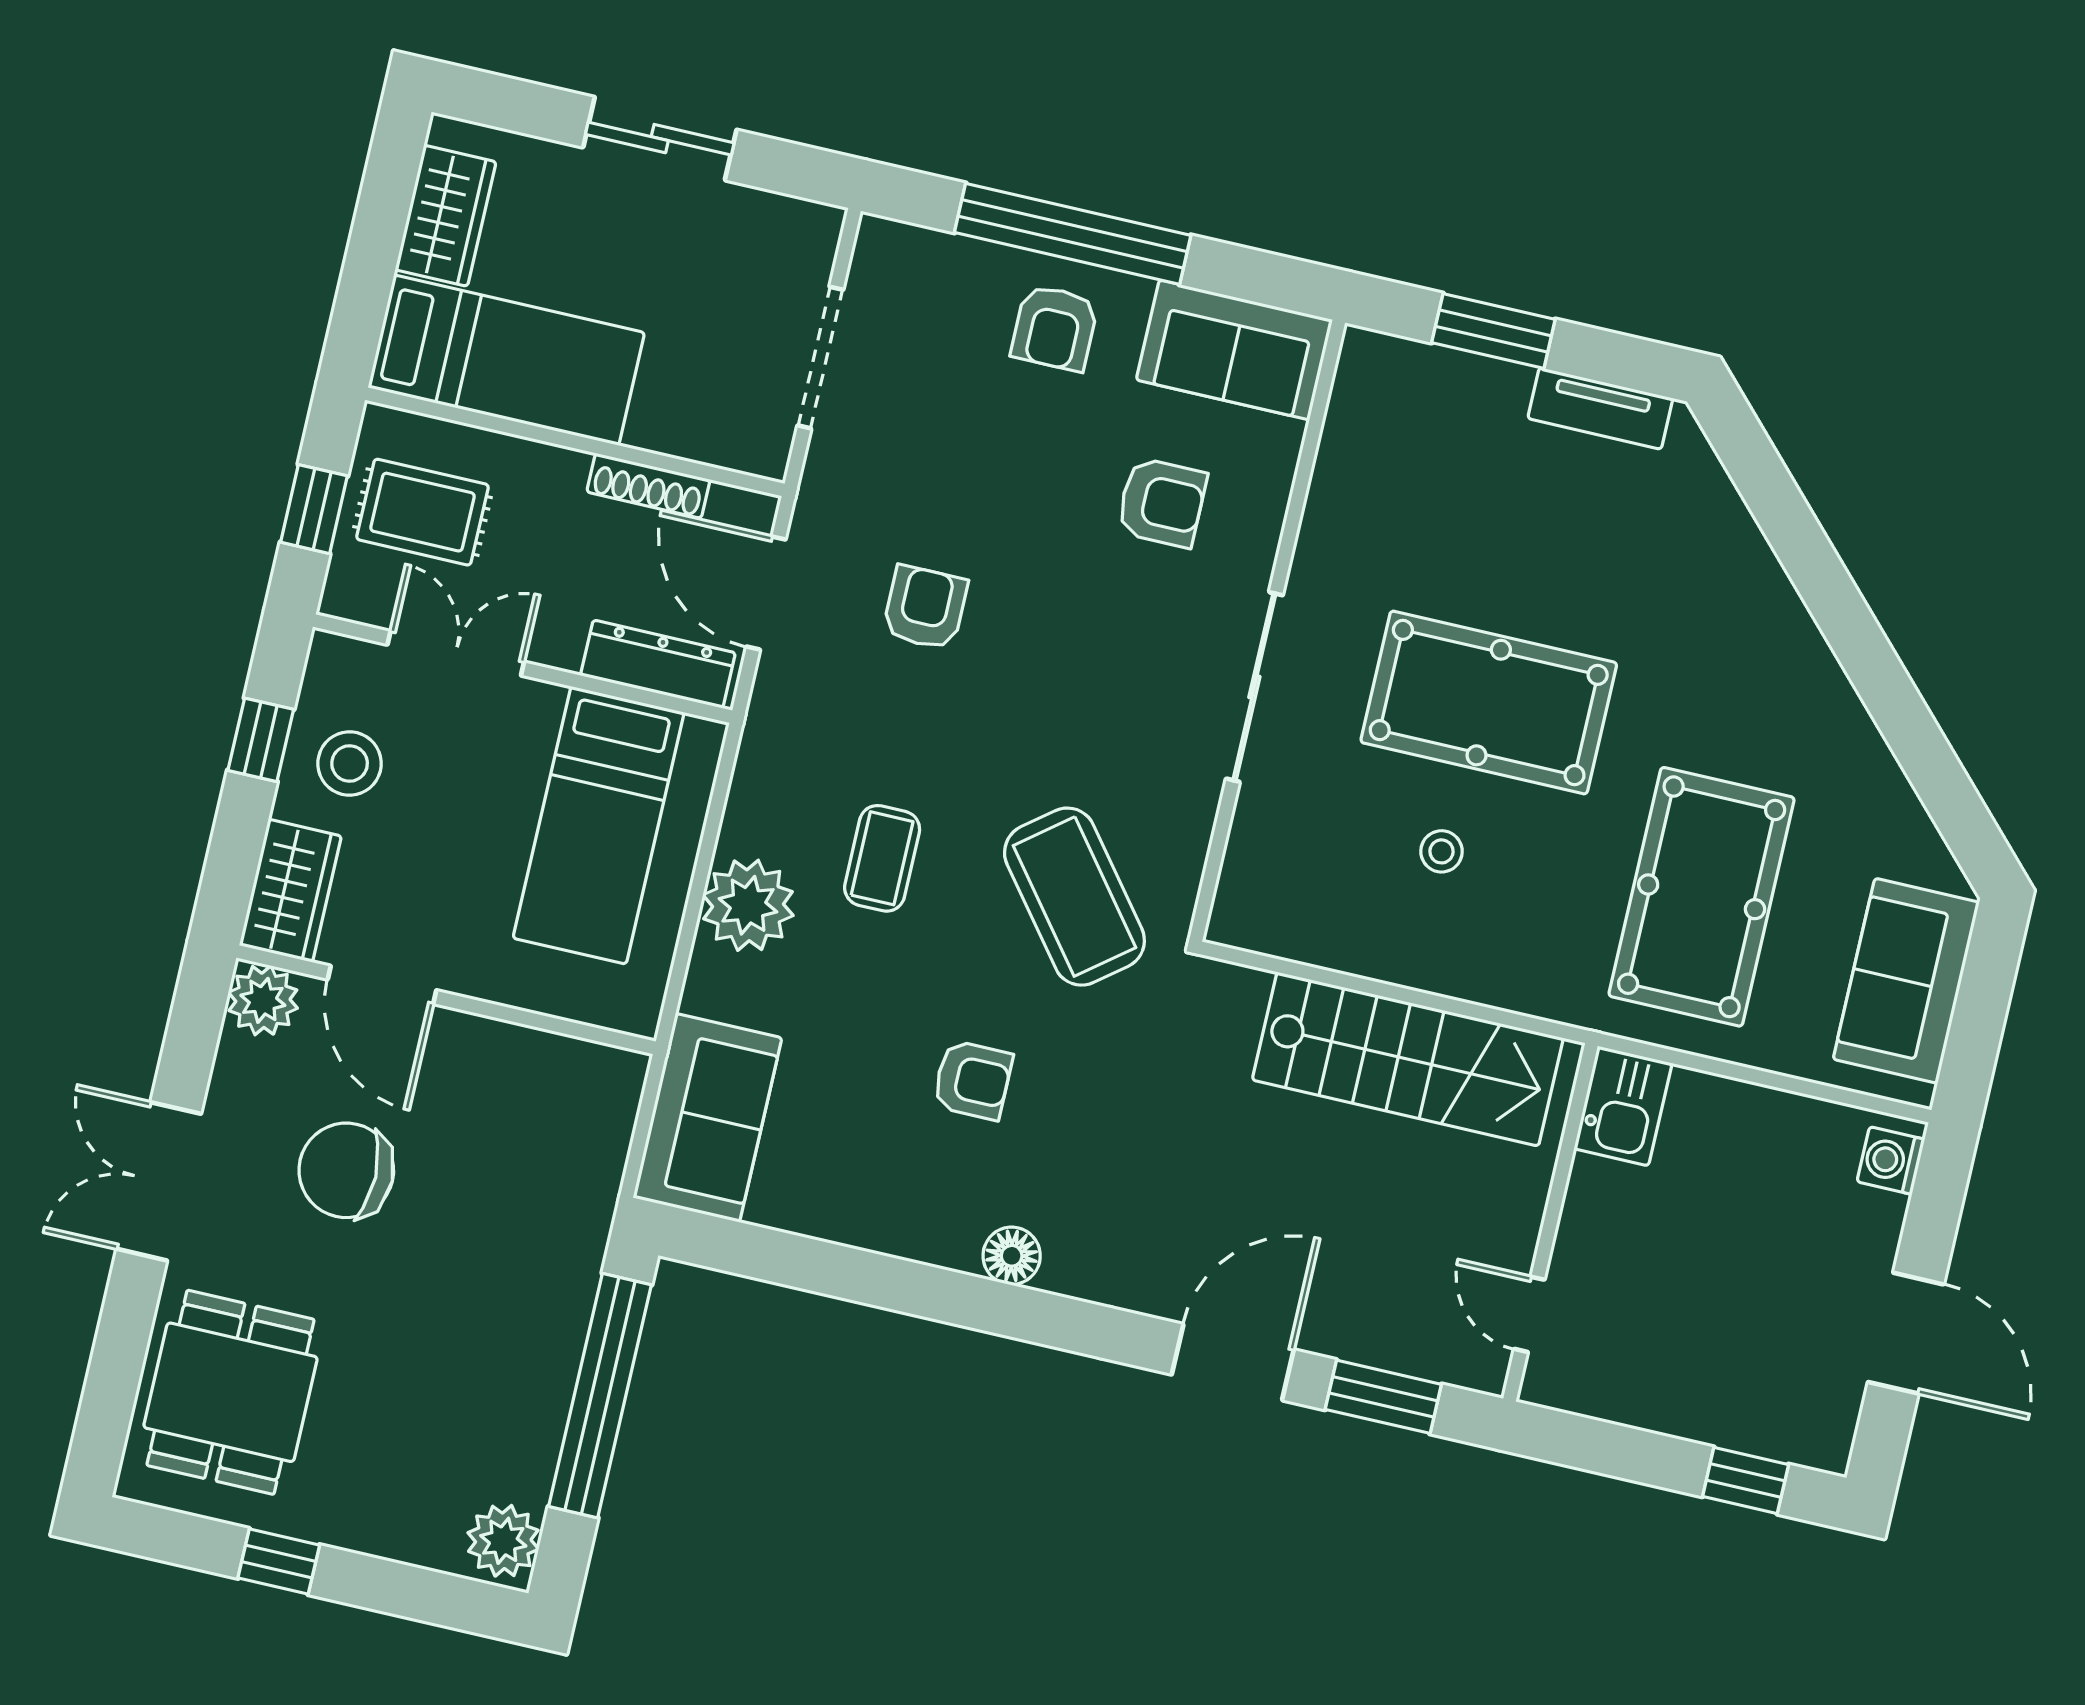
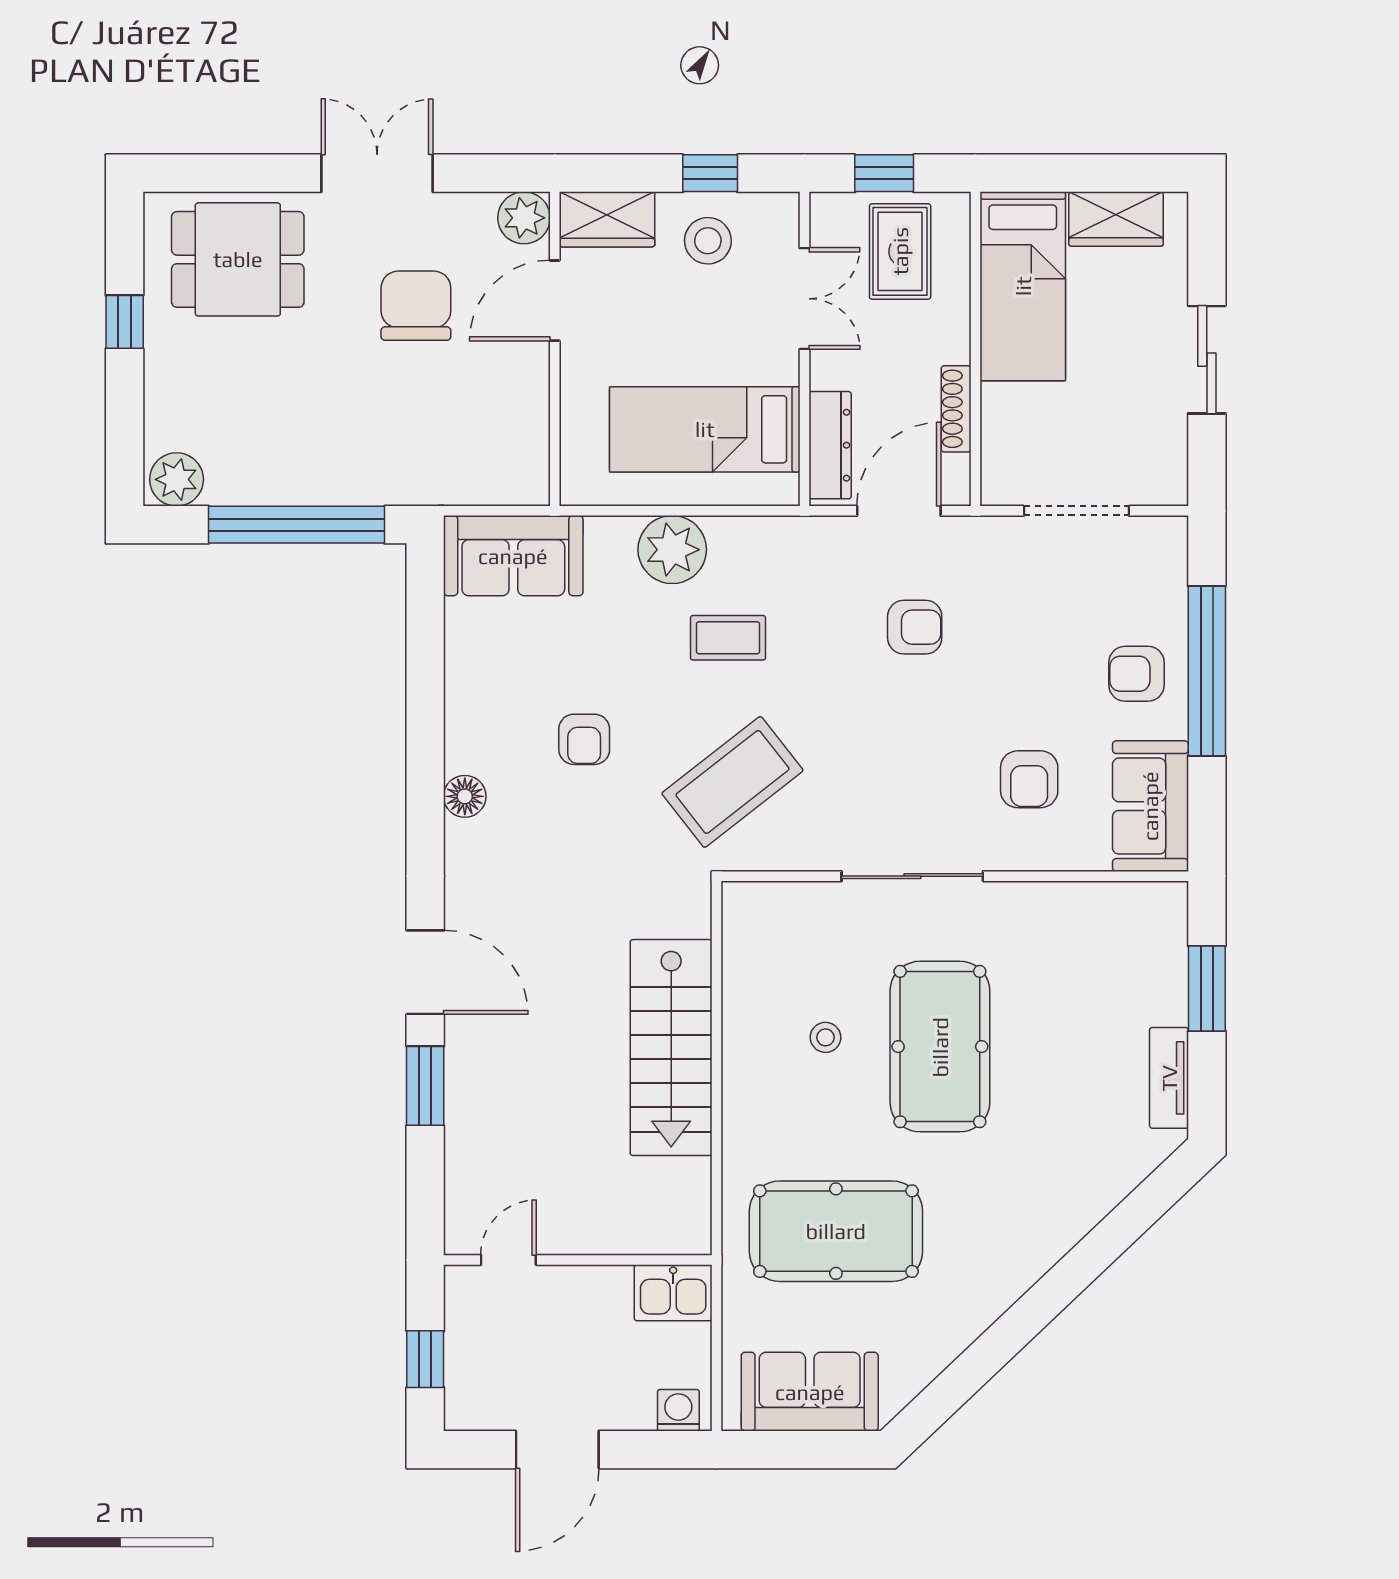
kitchen sink: (1623, 1106) -> (673, 1293), moved
wall: (1550, 1222) -> (578, 1260), moved
door: (1529, 1314) -> (508, 1260), moved

